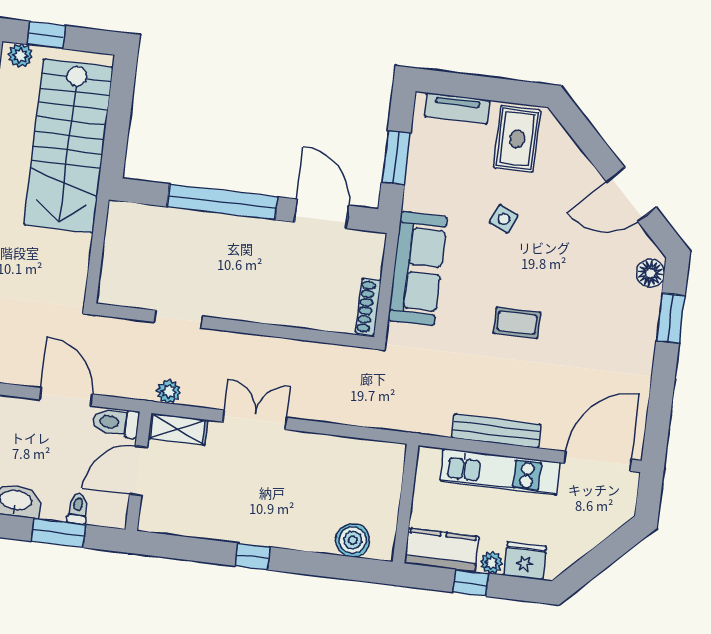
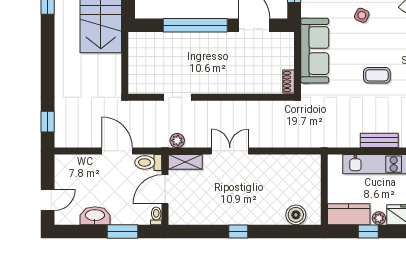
shoe rack: (368, 307) -> (288, 82), width x0.70
bench: (496, 431) -> (379, 140), width x0.73
toilet: (78, 509) -> (156, 216), moved

